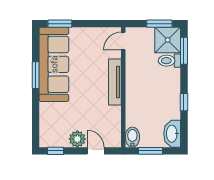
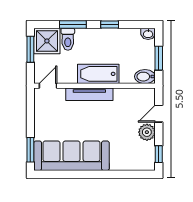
door: (123, 41) -> (48, 86), swing flipped
window: (184, 51) -> (73, 24), moved
window: (36, 75) -> (82, 174), removed
bathtub: (135, 91) -> (98, 74), added
washbasin: (172, 134) -> (148, 34), width x0.52, depth x0.69

